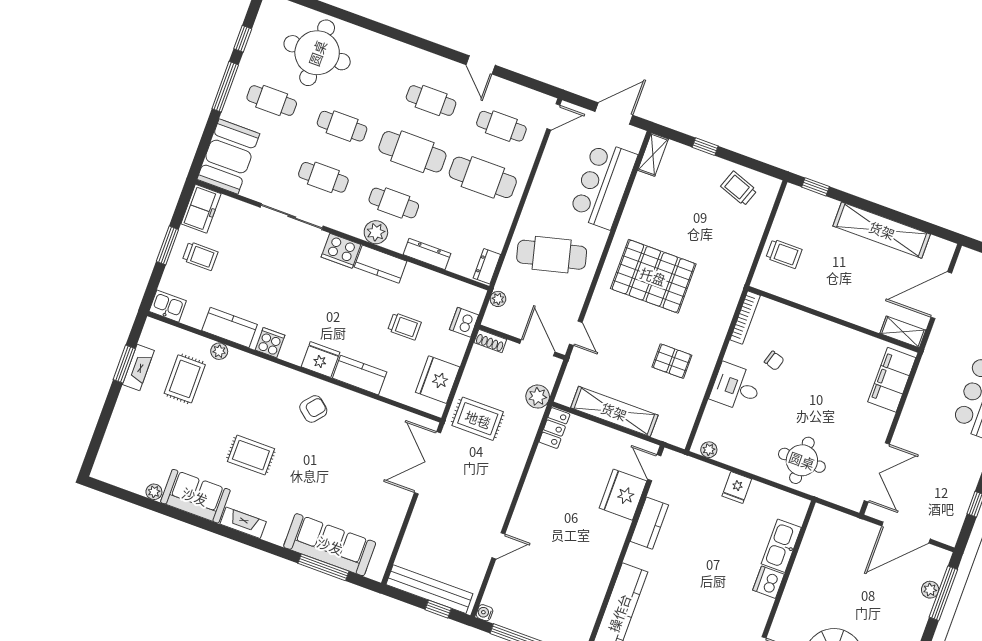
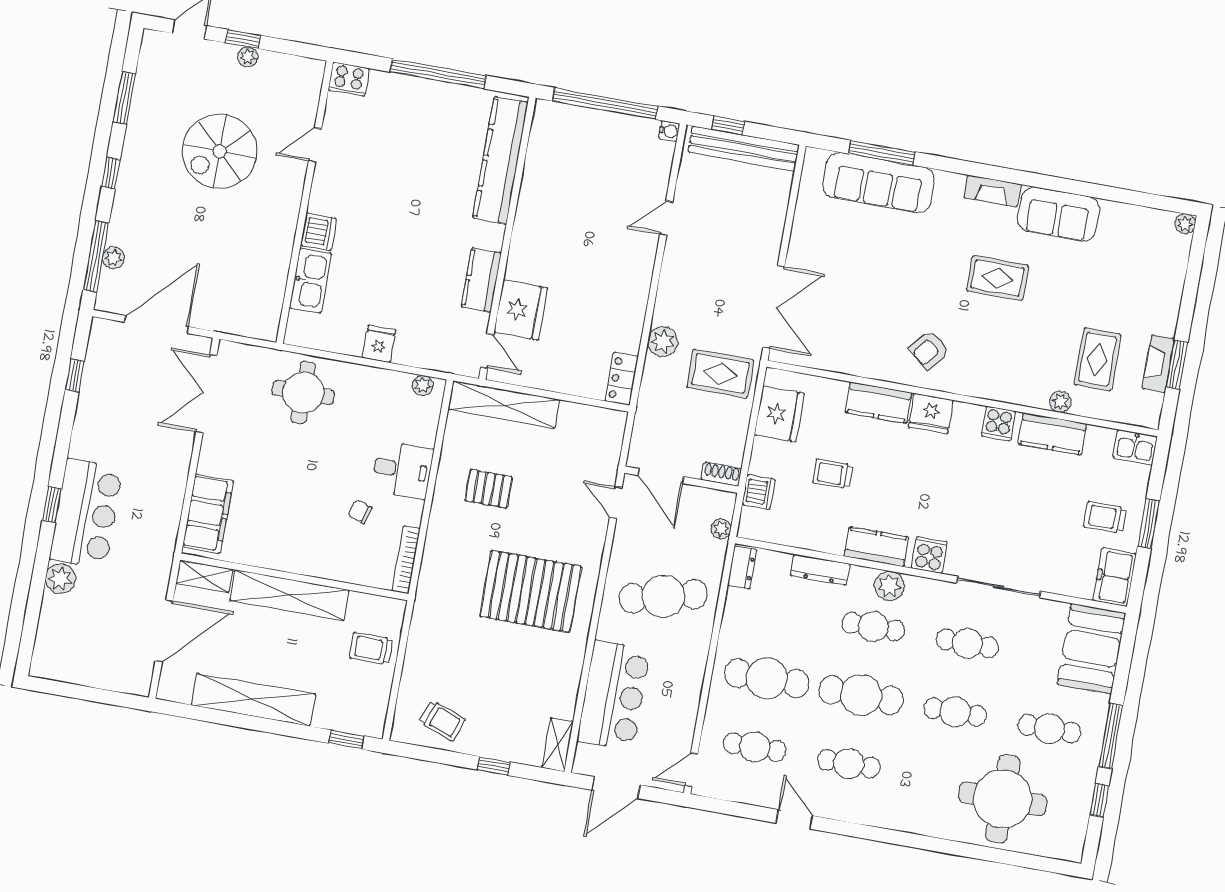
cooker: (341, 251) -> (929, 555), width x0.73
shelving: (840, 306) -> (289, 595), added
plant: (538, 397) -> (663, 342), moved
shelving: (614, 411) -> (504, 405), moved
plant: (154, 492) -> (1185, 224), moved

